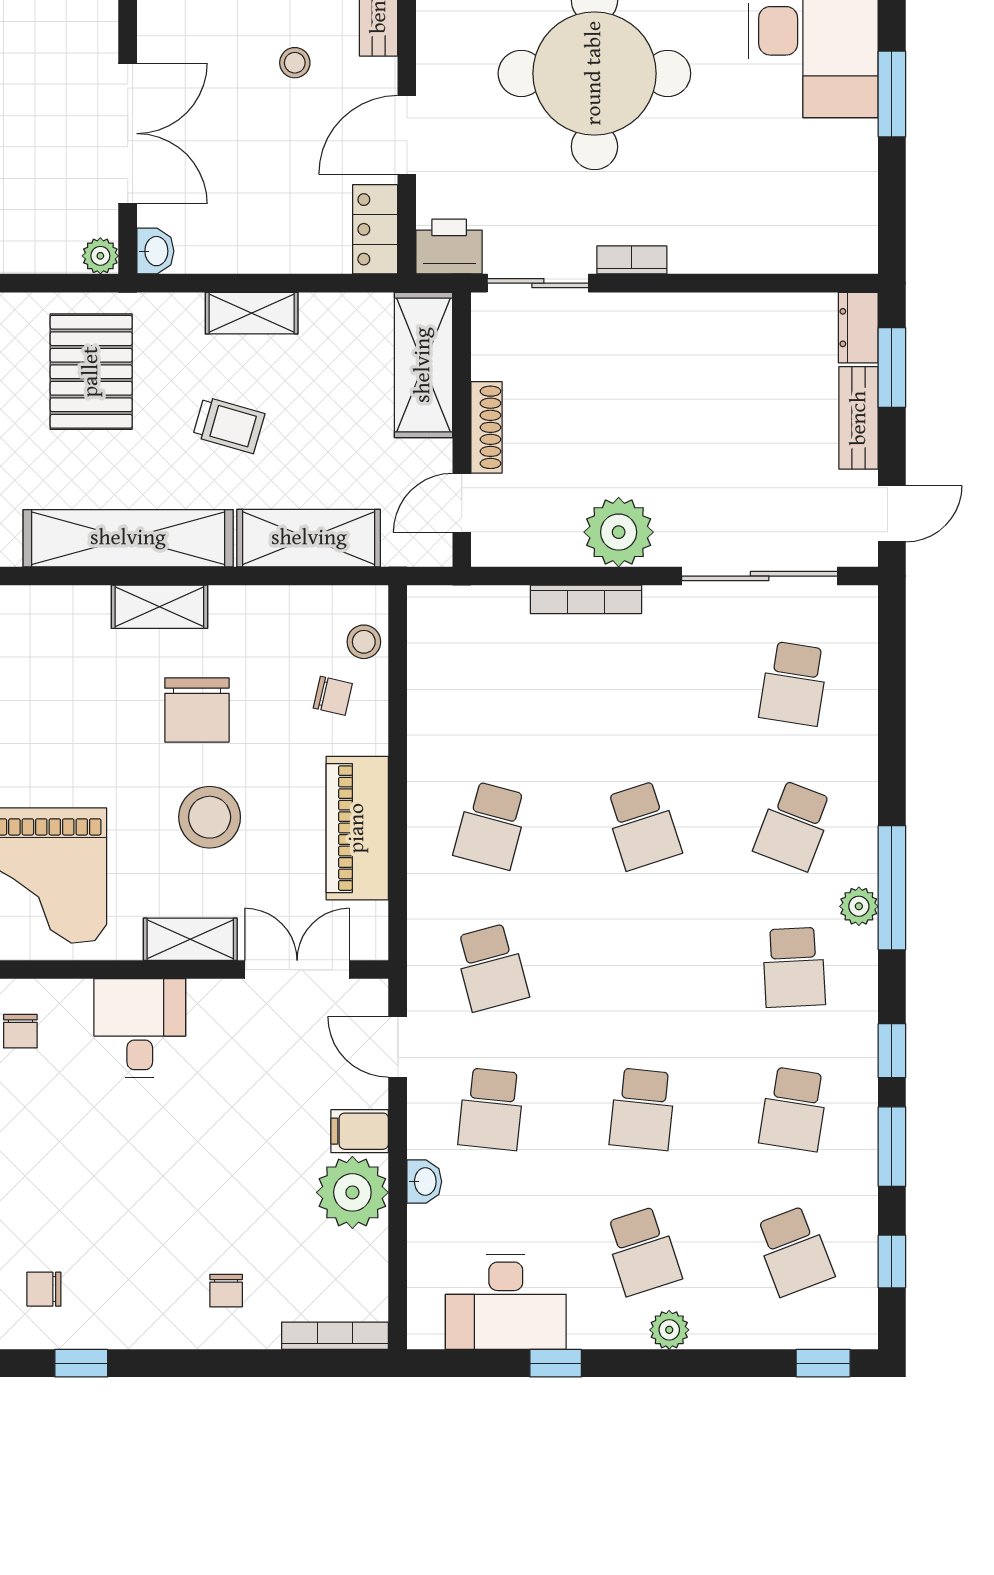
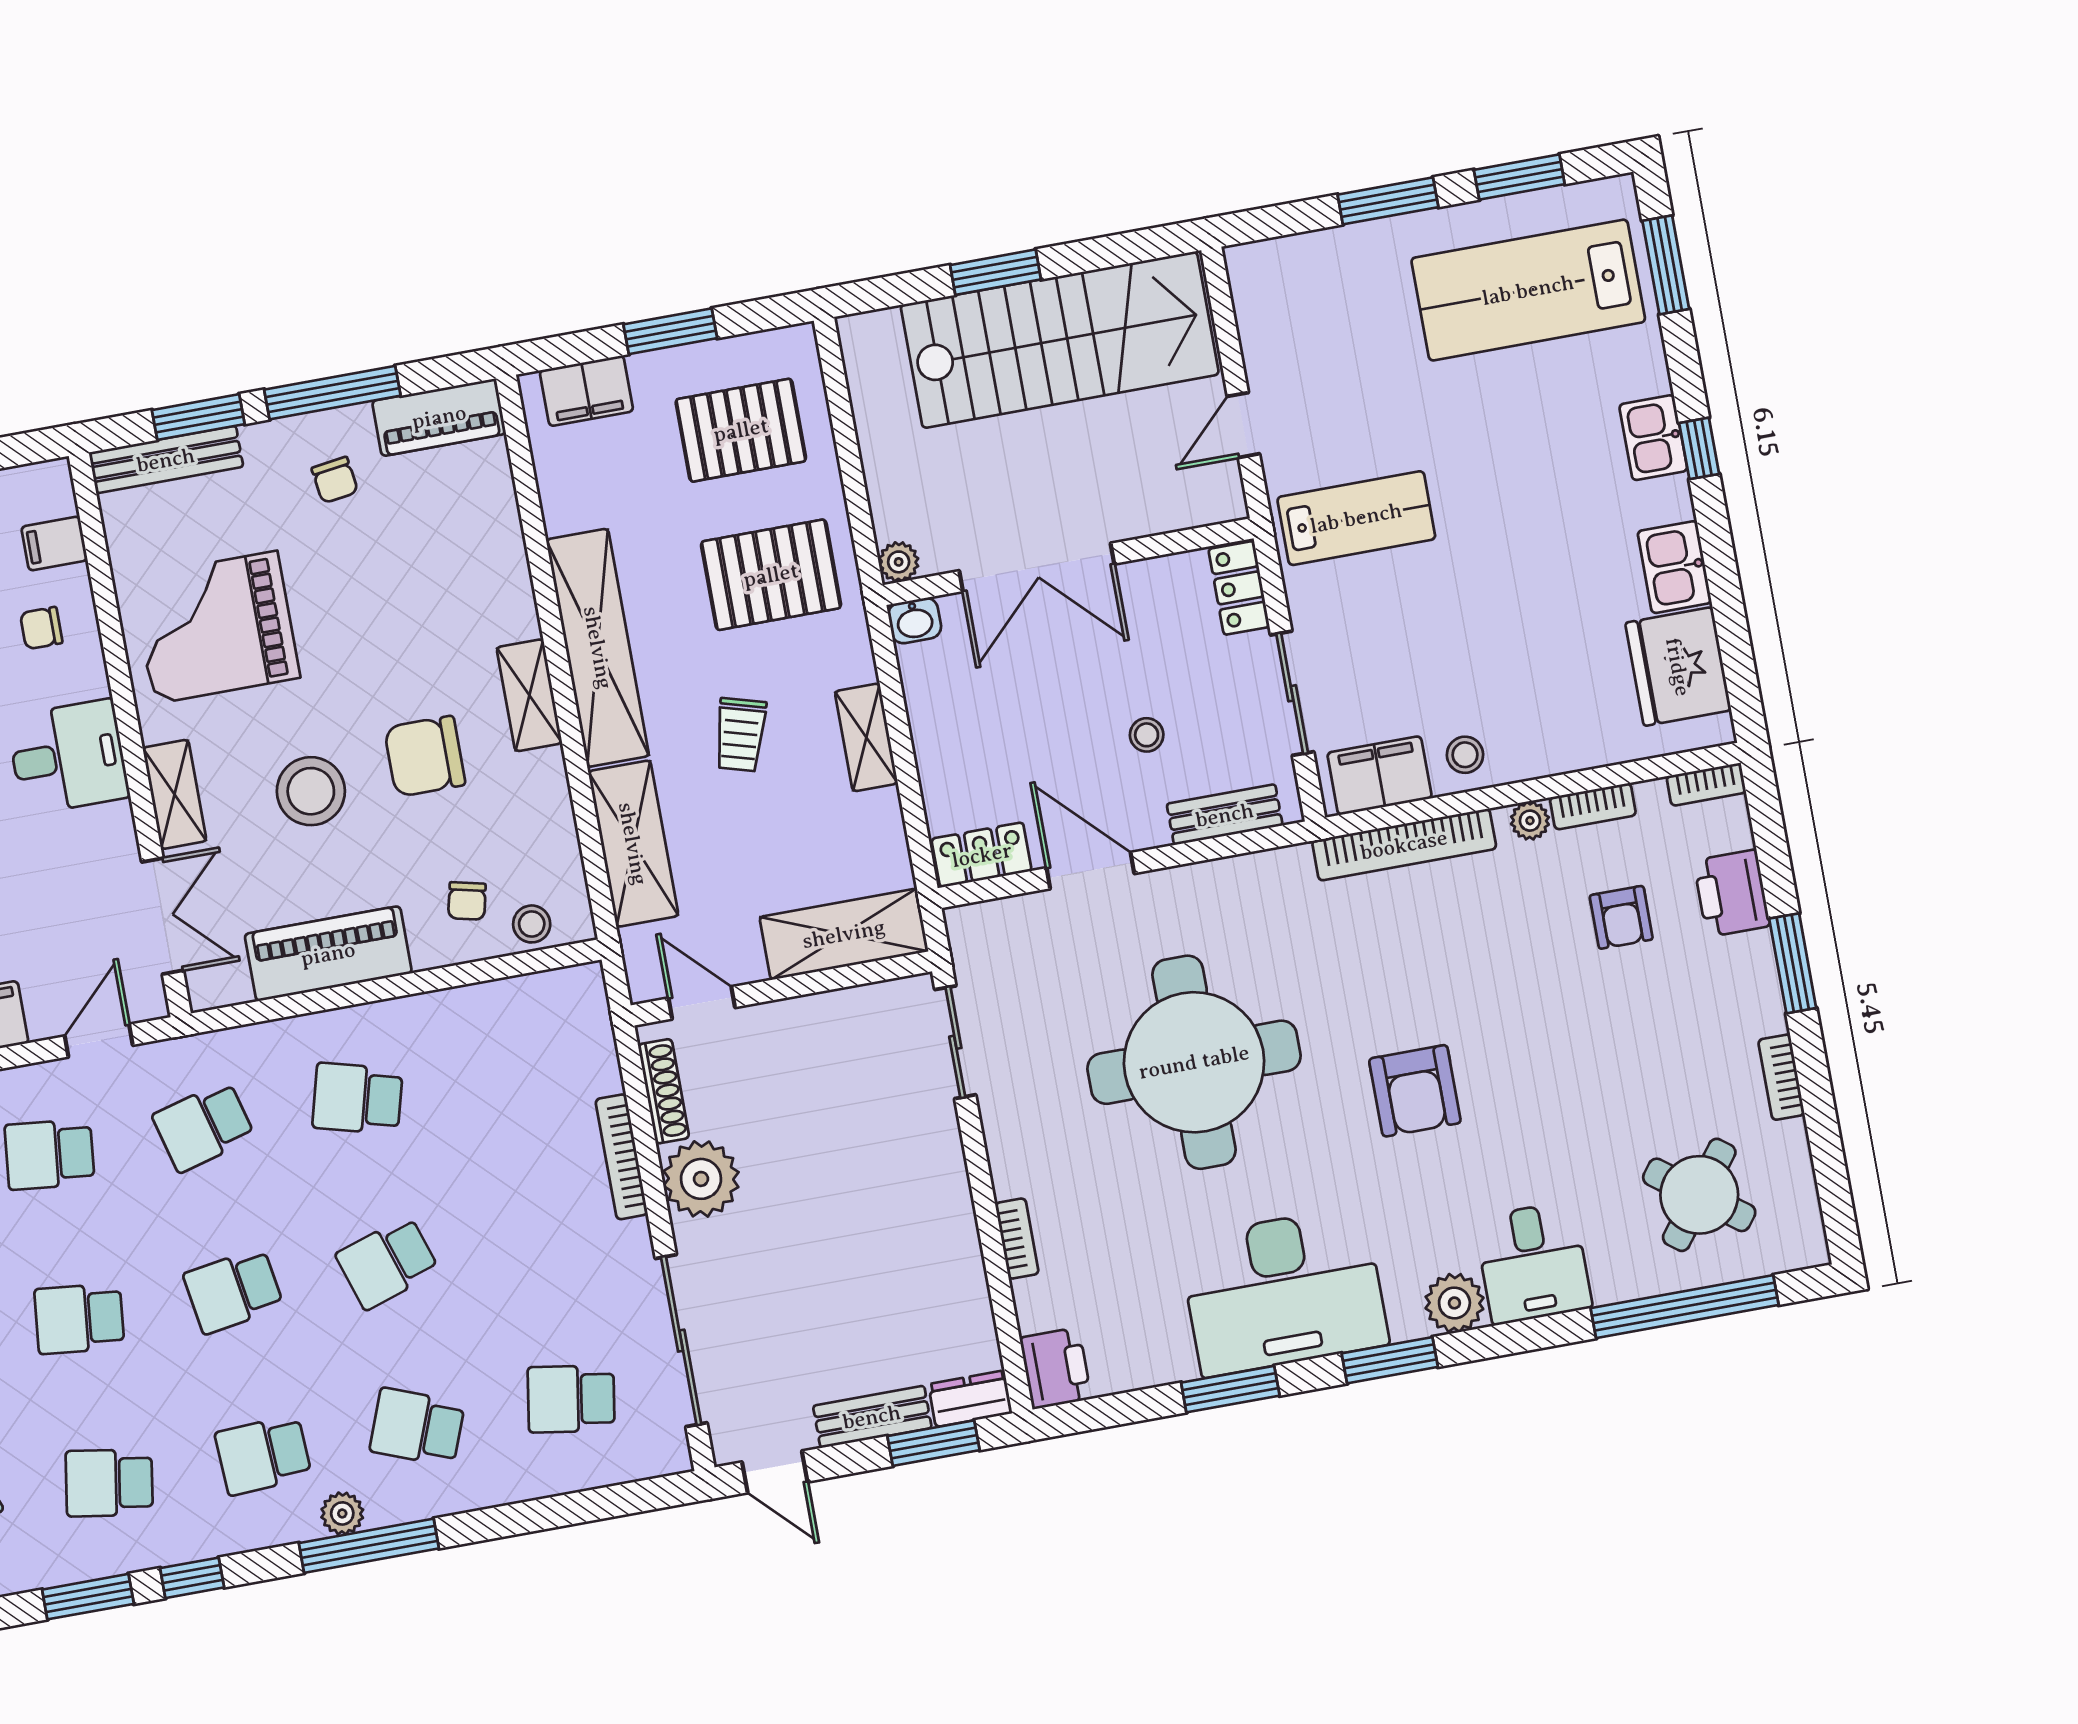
printer: (449, 247) -> (1056, 1368), moved
bookcase: (632, 260) -> (1017, 1239), moved
shoe rack: (486, 427) -> (664, 1091), moved, turned -90
school desk: (642, 967) -> (233, 1291), added

